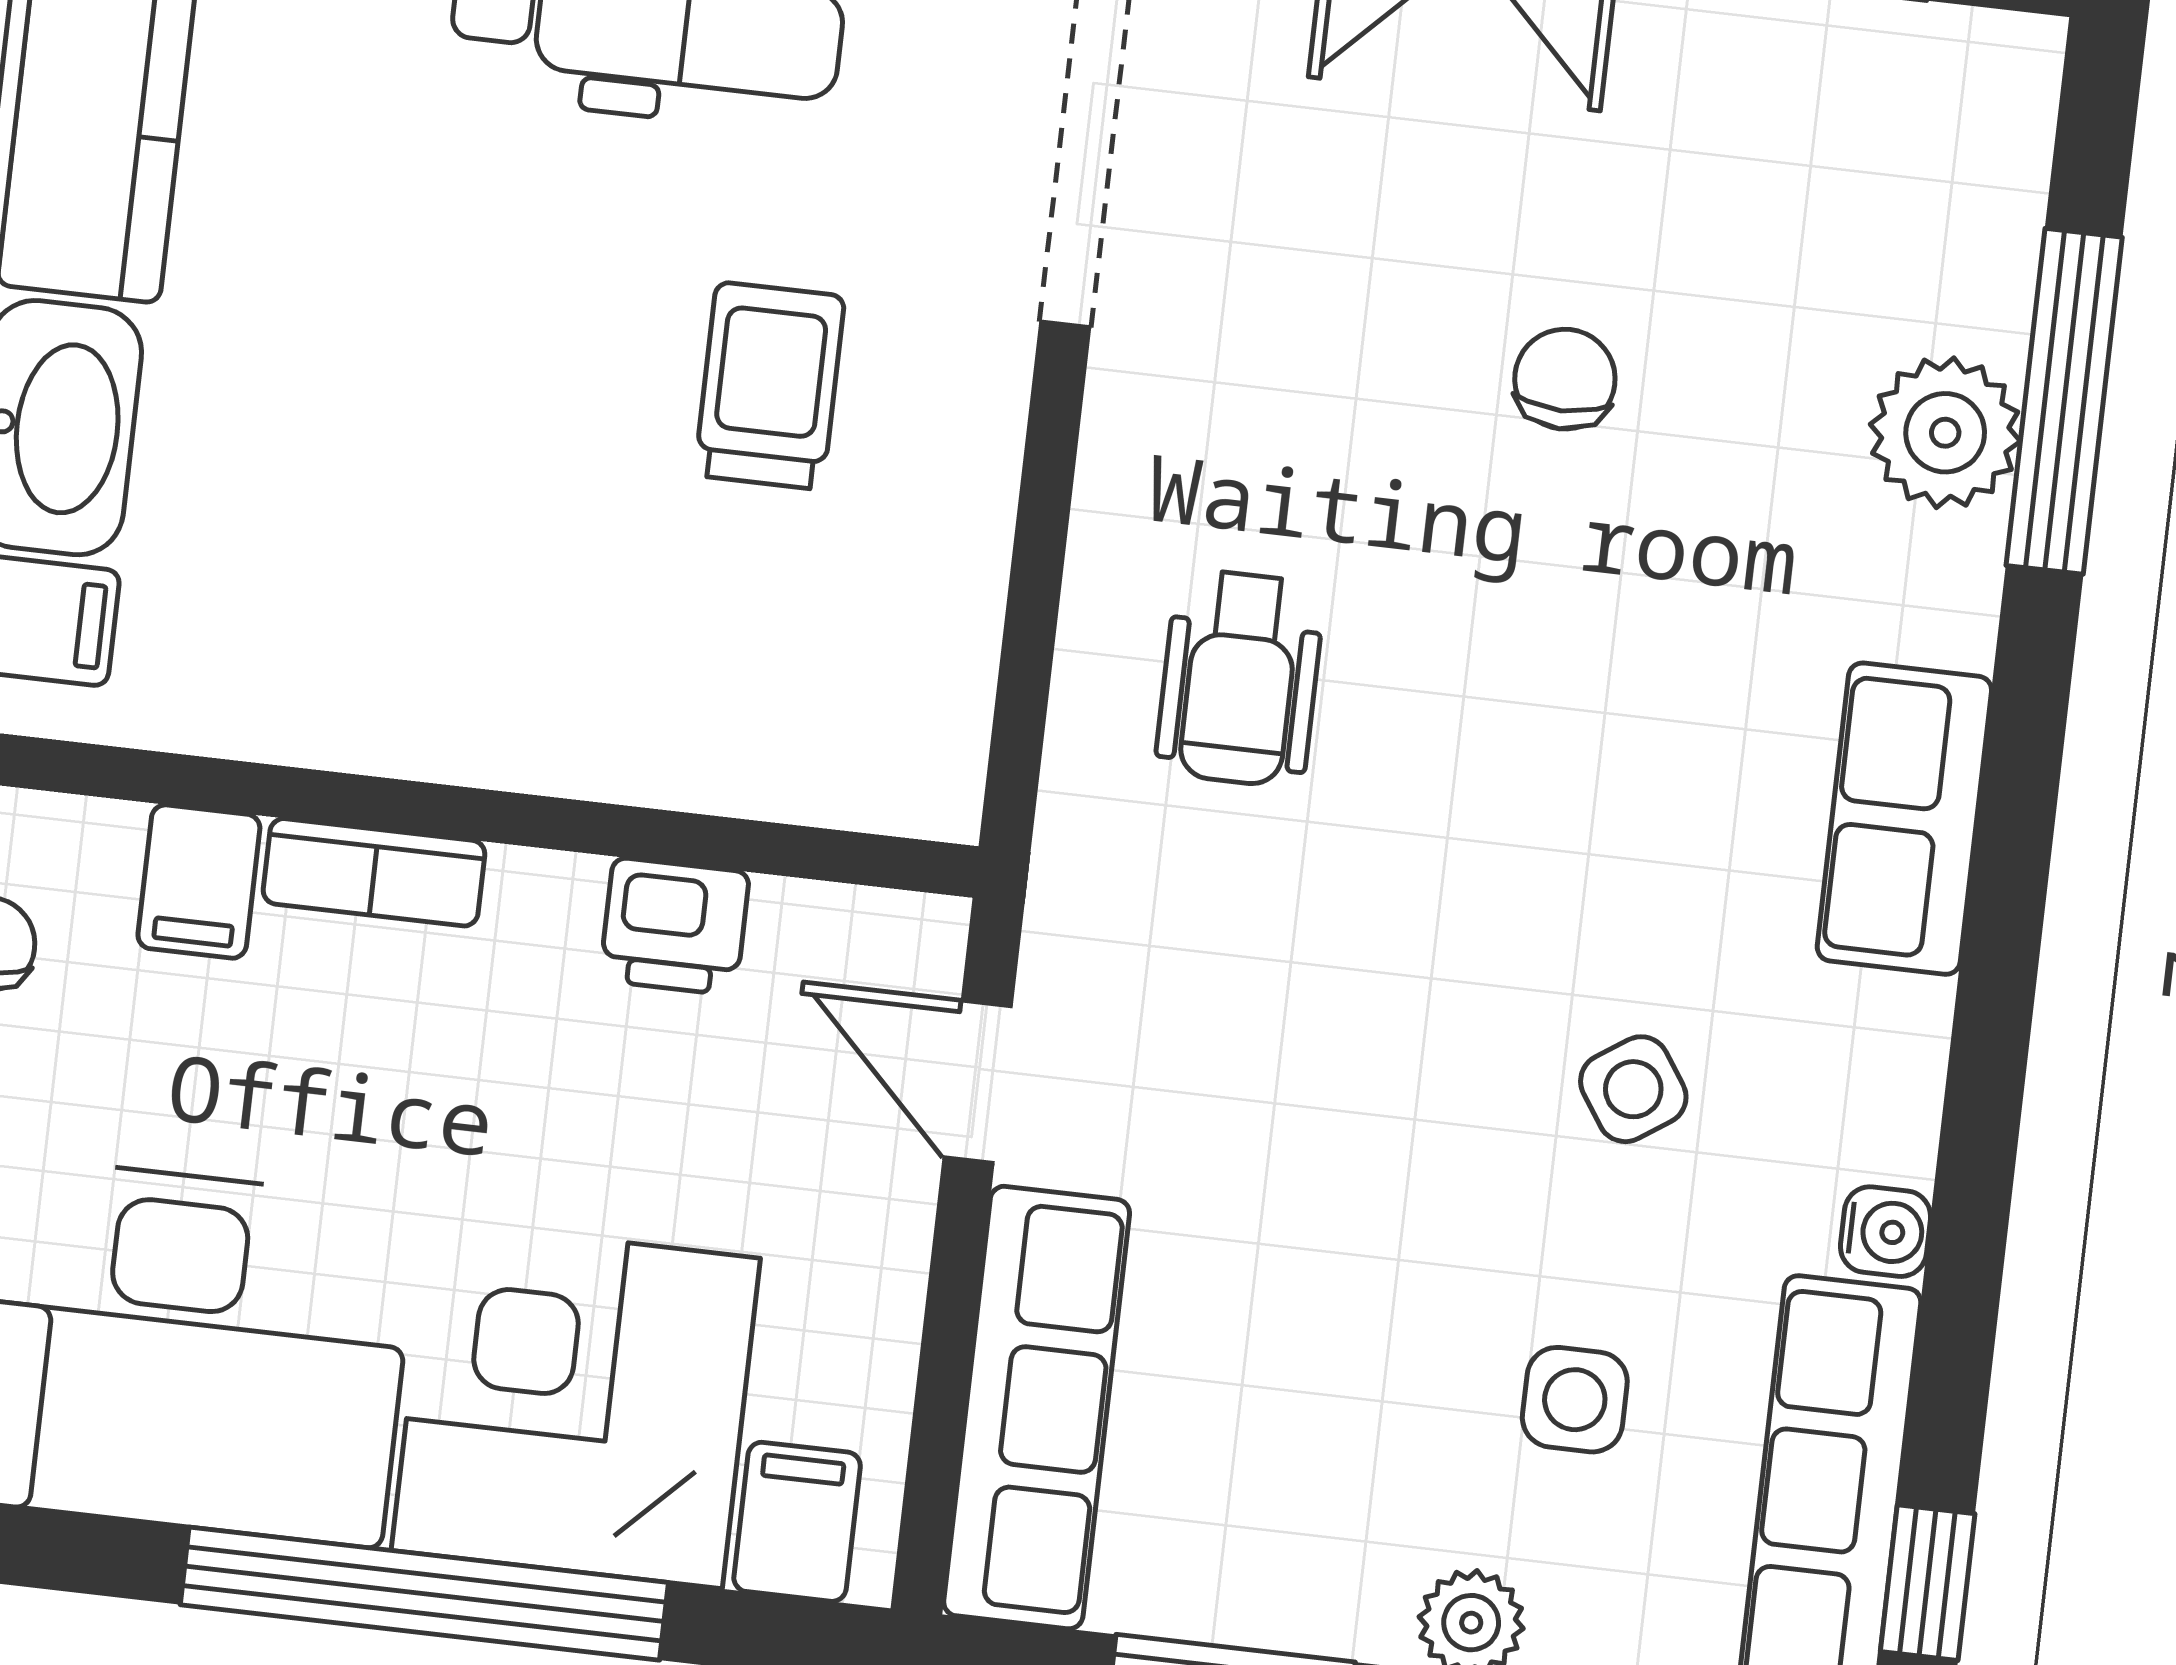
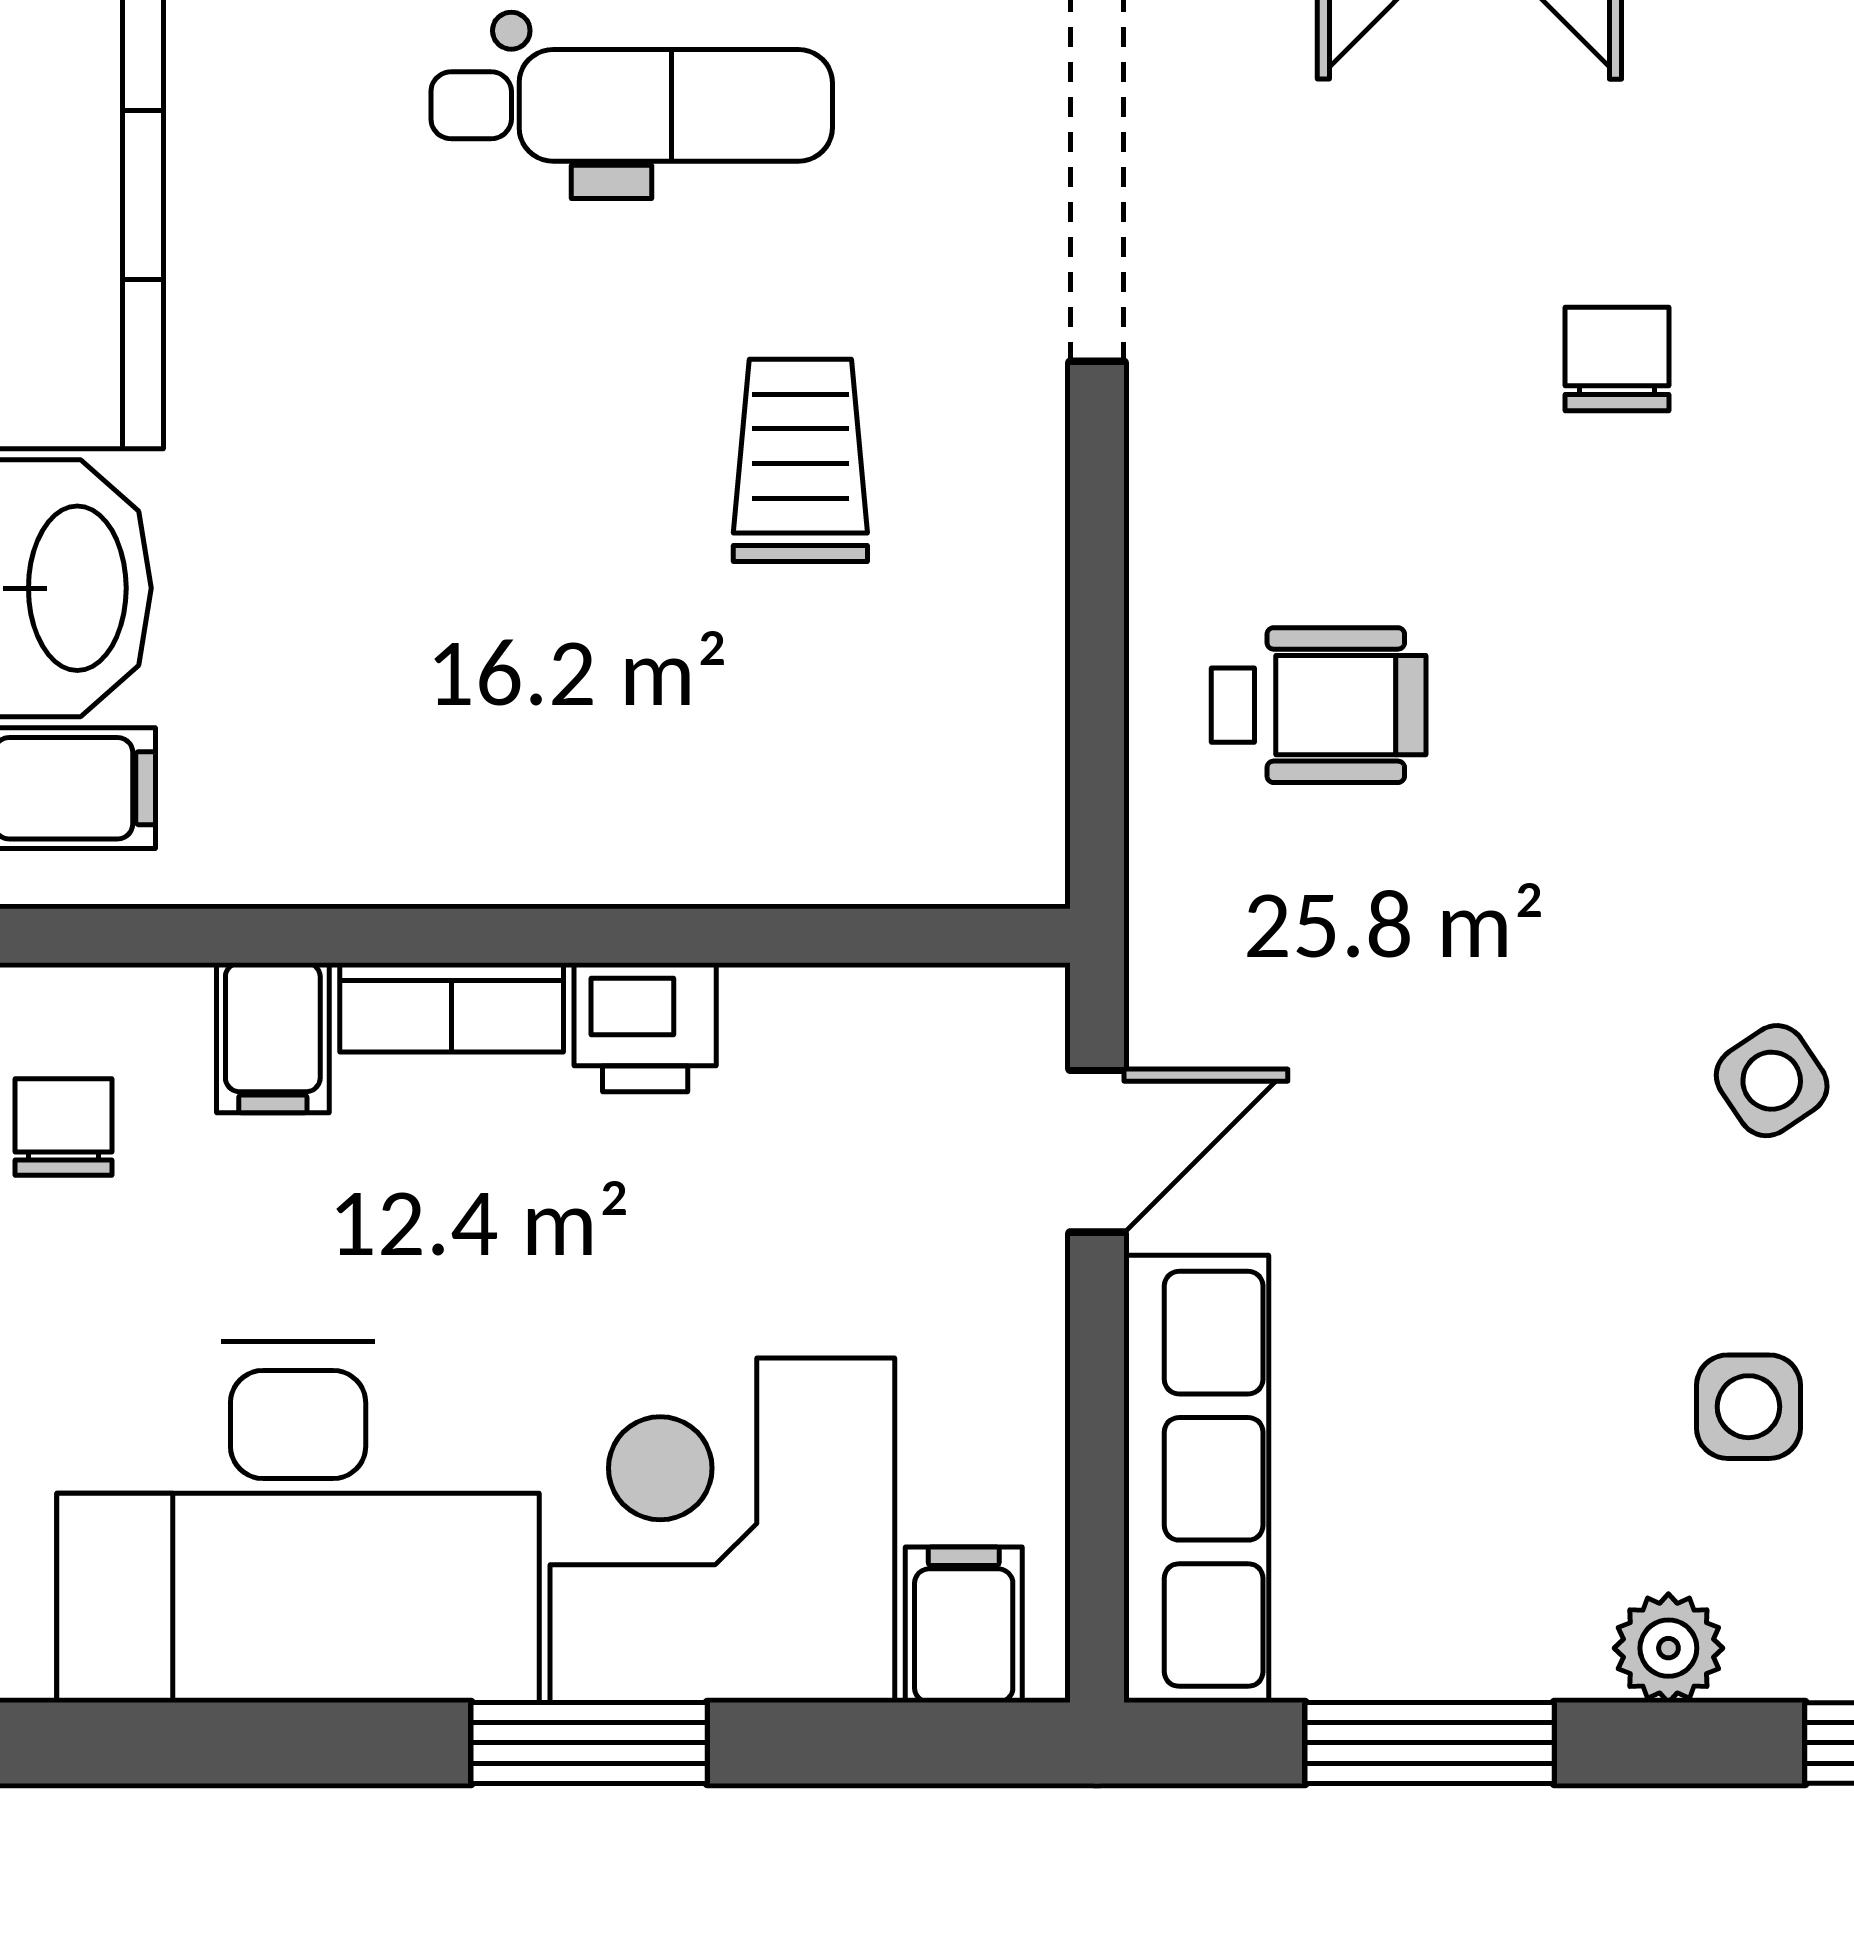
wheelchair: (1240, 678) -> (1319, 705), turned -90
printer: (675, 926) -> (645, 1027), moved
door: (978, 1082) -> (1097, 1151), swing flipped
window: (424, 1594) -> (589, 1743), width x0.47

